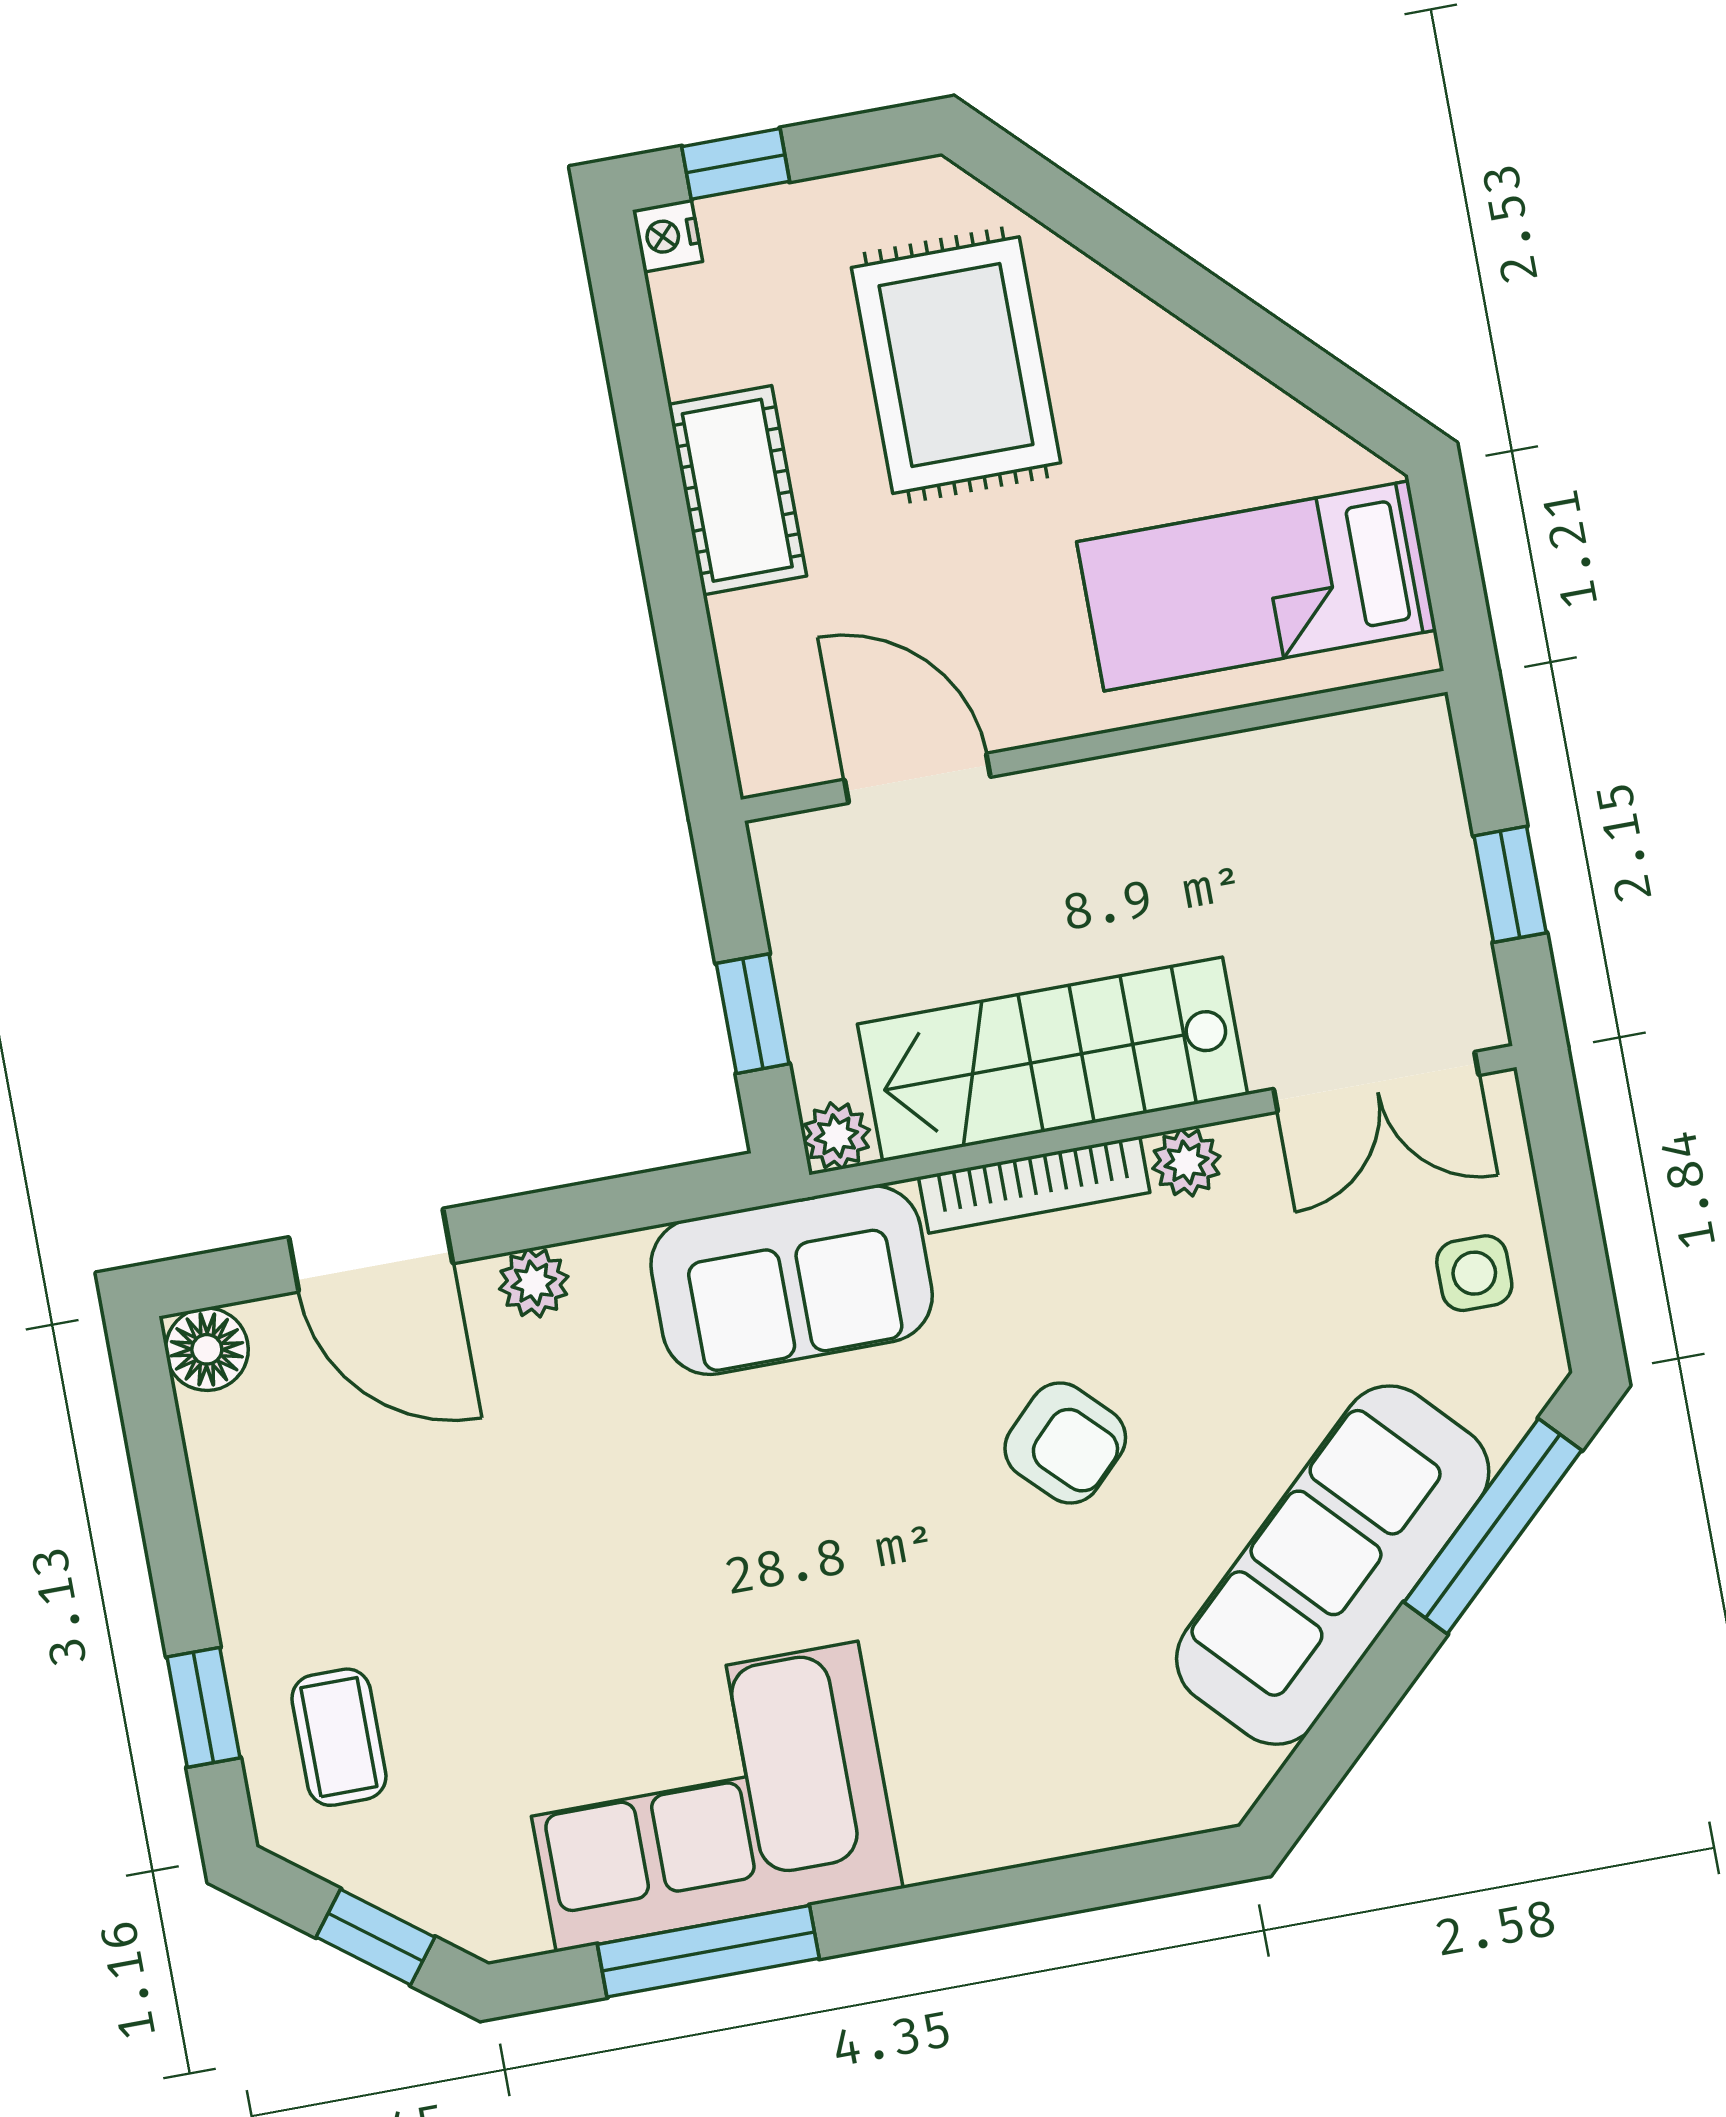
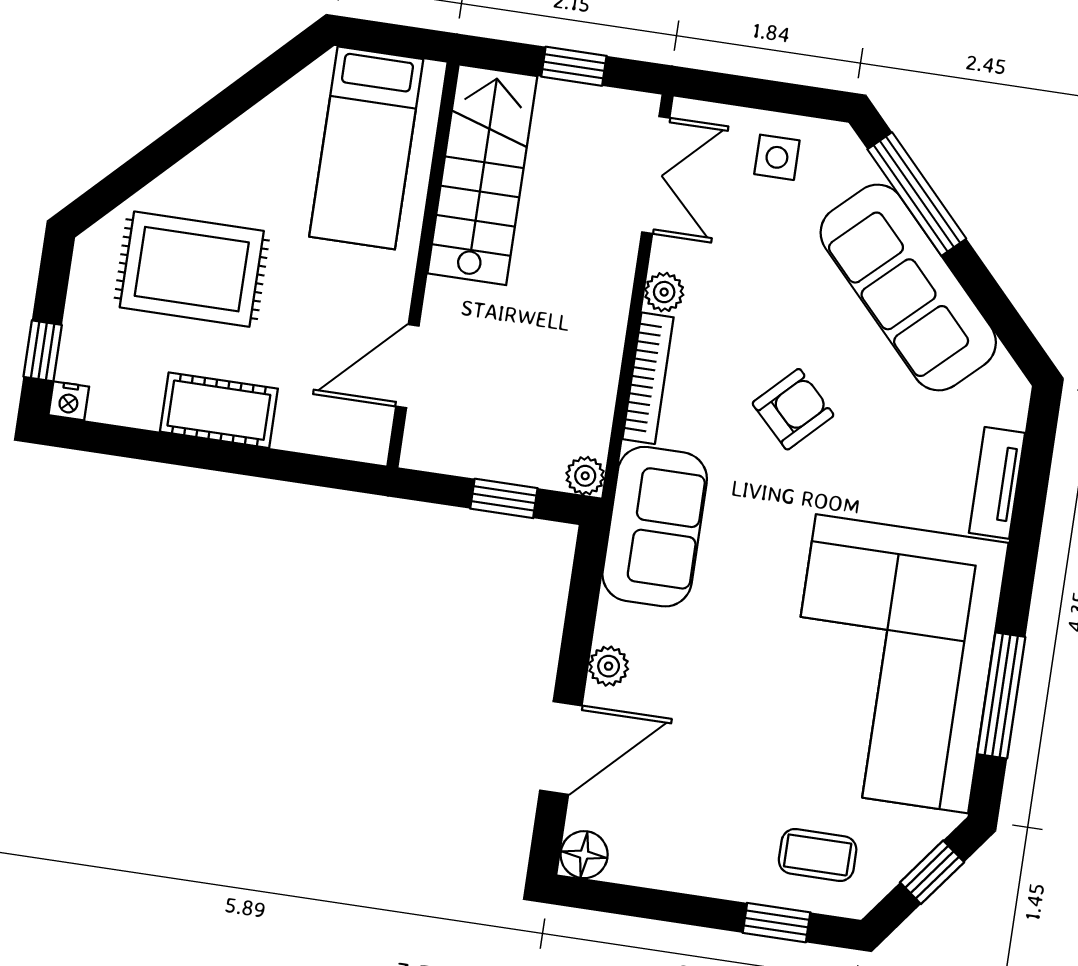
stairs: (1053, 1059) -> (482, 175), moved, turned 180
corner sofa: (707, 1797) -> (892, 664), width x1.36, depth x1.36
tv unit: (1059, 1823) -> (997, 483), added

